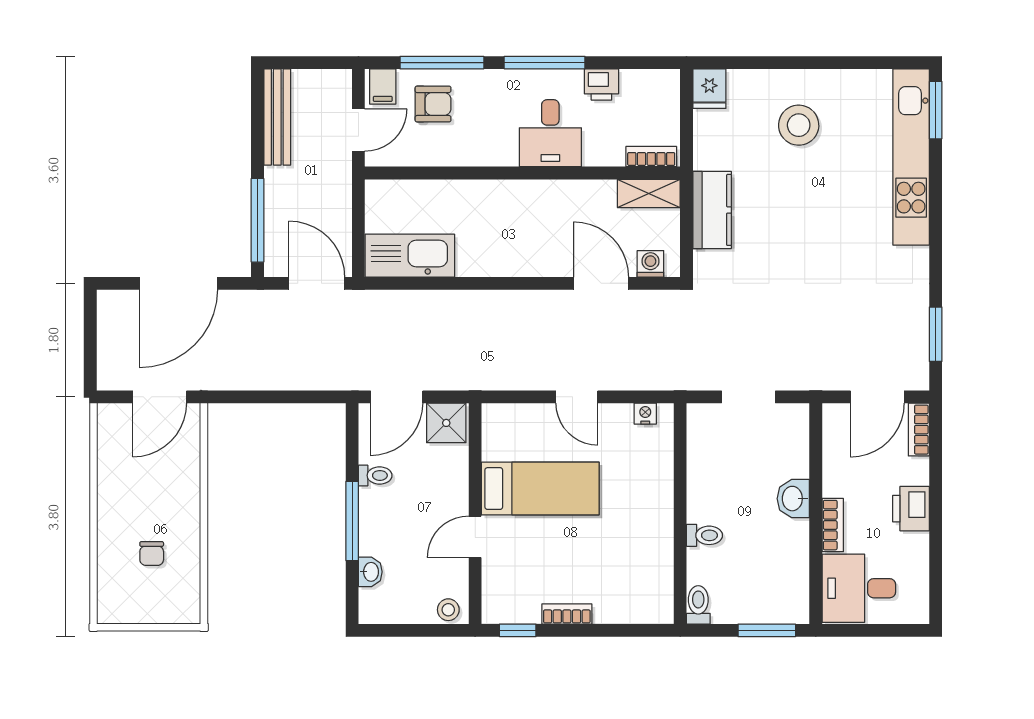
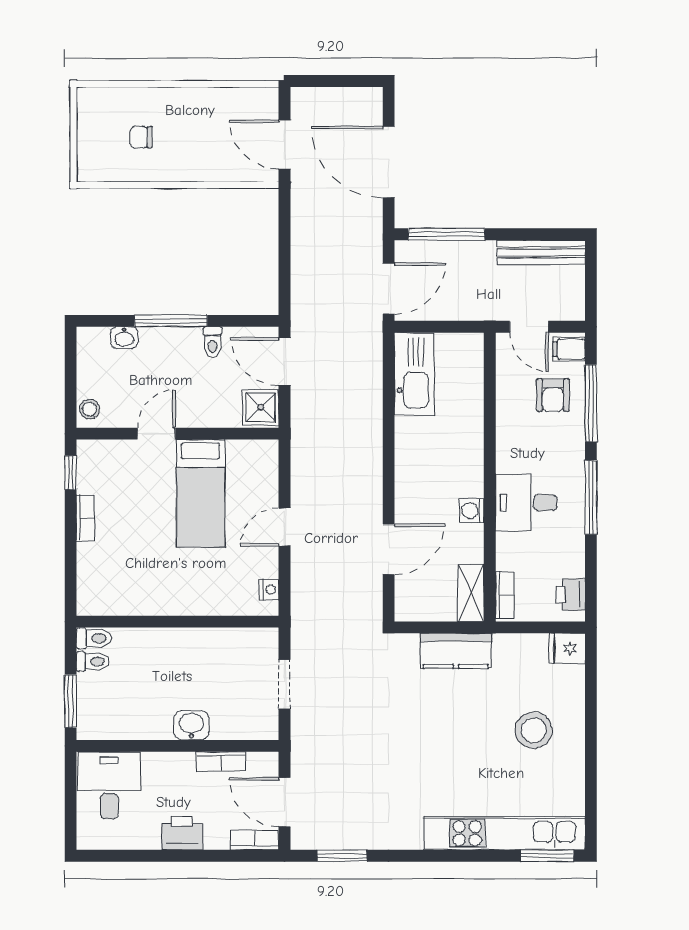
printer: (601, 84) -> (571, 595), moved
washing machine: (650, 264) -> (472, 511), moved, turned 180
bookcase: (833, 525) -> (221, 761), moved
toilet: (704, 535) -> (93, 661), moved, turned -90
door: (475, 537) -> (156, 434), hinge flipped

